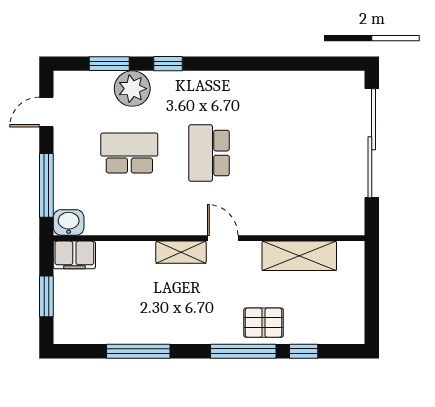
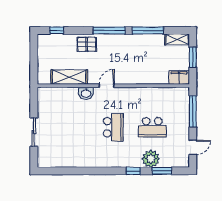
sliding door: (372, 143) -> (34, 132), width x0.54
washbasin: (69, 222) -> (86, 93), moved
door: (223, 238) -> (107, 86), swing flipped
shelving: (181, 252) -> (177, 39), moved
window: (243, 351) -> (109, 30), moved
window: (304, 351) -> (57, 30), moved

